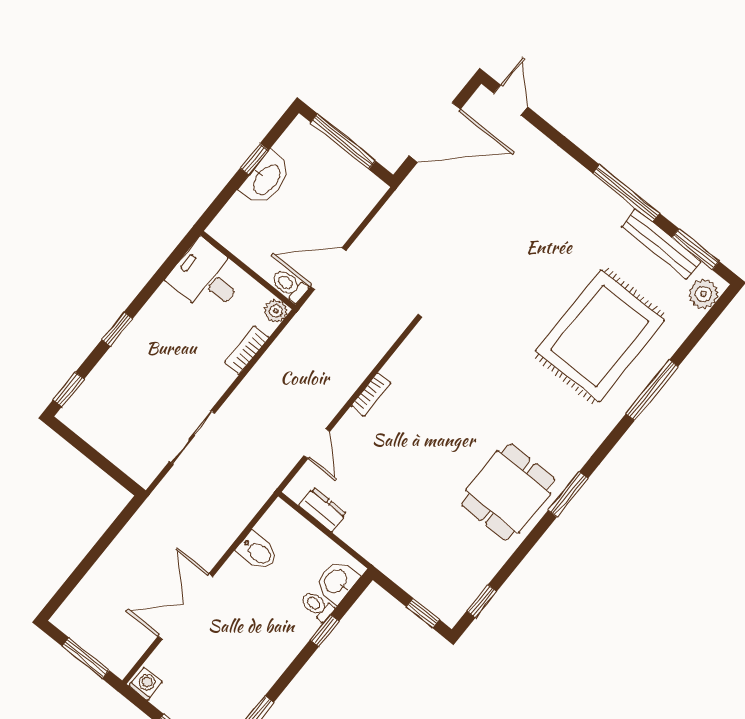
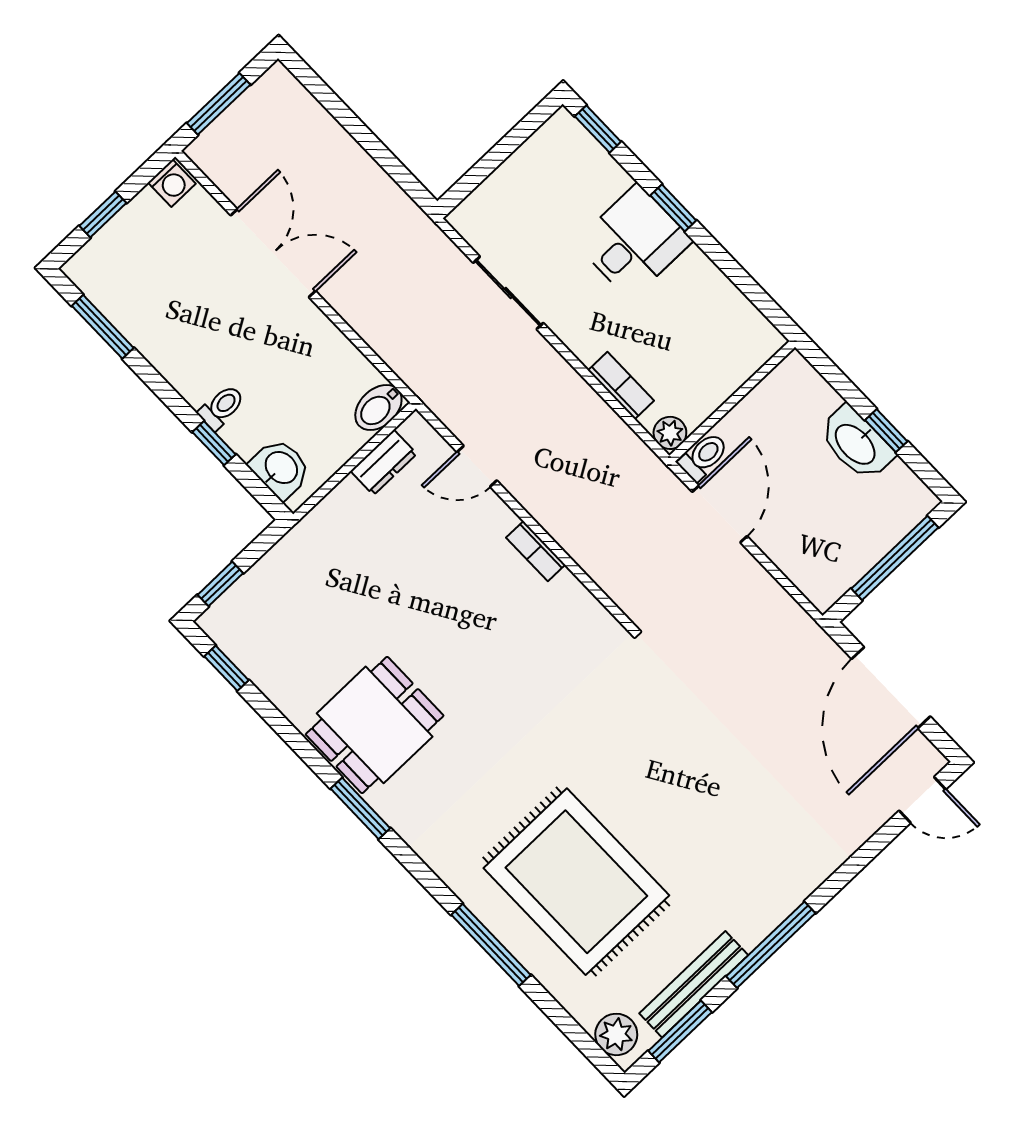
desk: (206, 277) -> (634, 242), moved
dining table: (508, 492) -> (375, 725), turned 90
bidet: (257, 552) -> (378, 407), moved
toilet: (317, 606) -> (222, 407), moved

